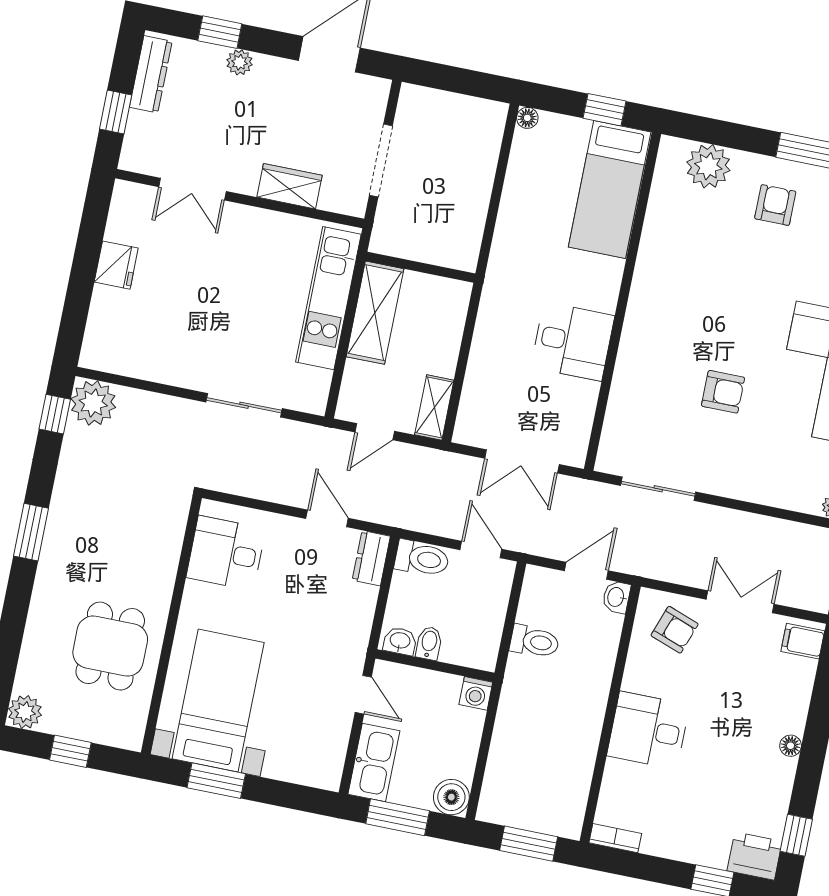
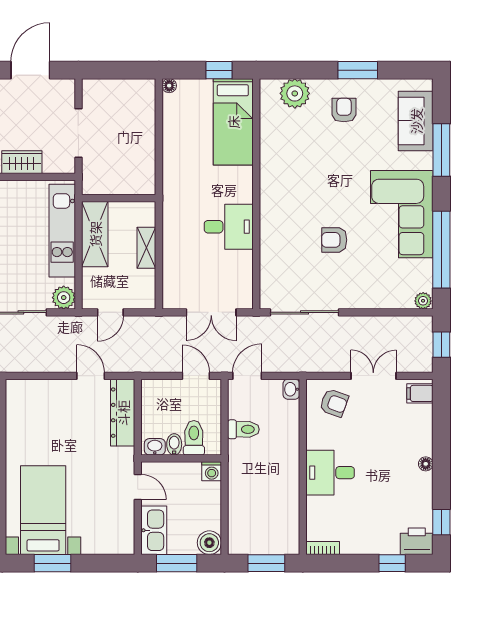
armchair: (723, 392) -> (334, 240), turned 180
plant: (311, 396) -> (64, 298), added
shelving: (434, 407) -> (146, 248), moved
sliding door: (658, 489) -> (305, 312), width x1.37
desk: (226, 553) -> (29, 412), removed
dresser: (371, 558) -> (123, 413), width x1.96, depth x1.24
toilet: (422, 558) -> (194, 438), moved, turned -90
door: (586, 571) -> (247, 376), moved

